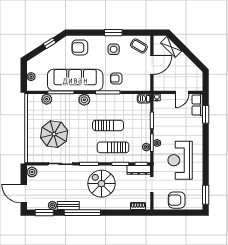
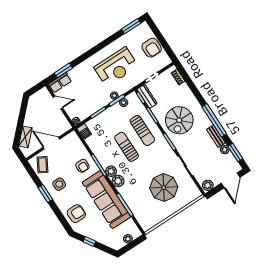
armchair: (80, 47) -> (76, 214), turned -90
plant: (47, 99) -> (111, 171), moved

